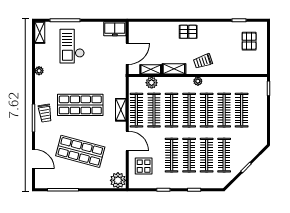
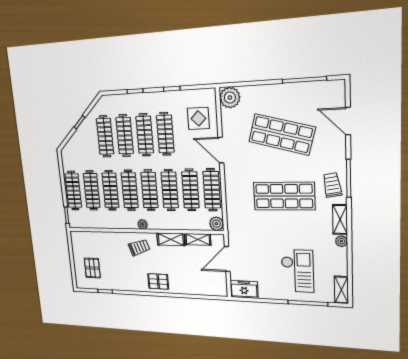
plant: (152, 83) -> (216, 224), moved
shelving: (121, 110) -> (340, 219), moved
clothes rail: (259, 110) -> (73, 191), added

